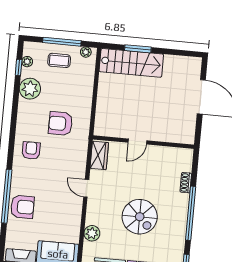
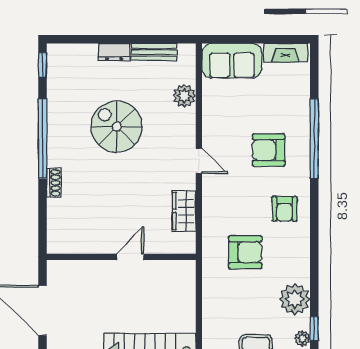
door: (137, 141) -> (130, 257), moved
wall: (143, 142) -> (121, 257), moved
armchair: (22, 207) -> (269, 150), moved

